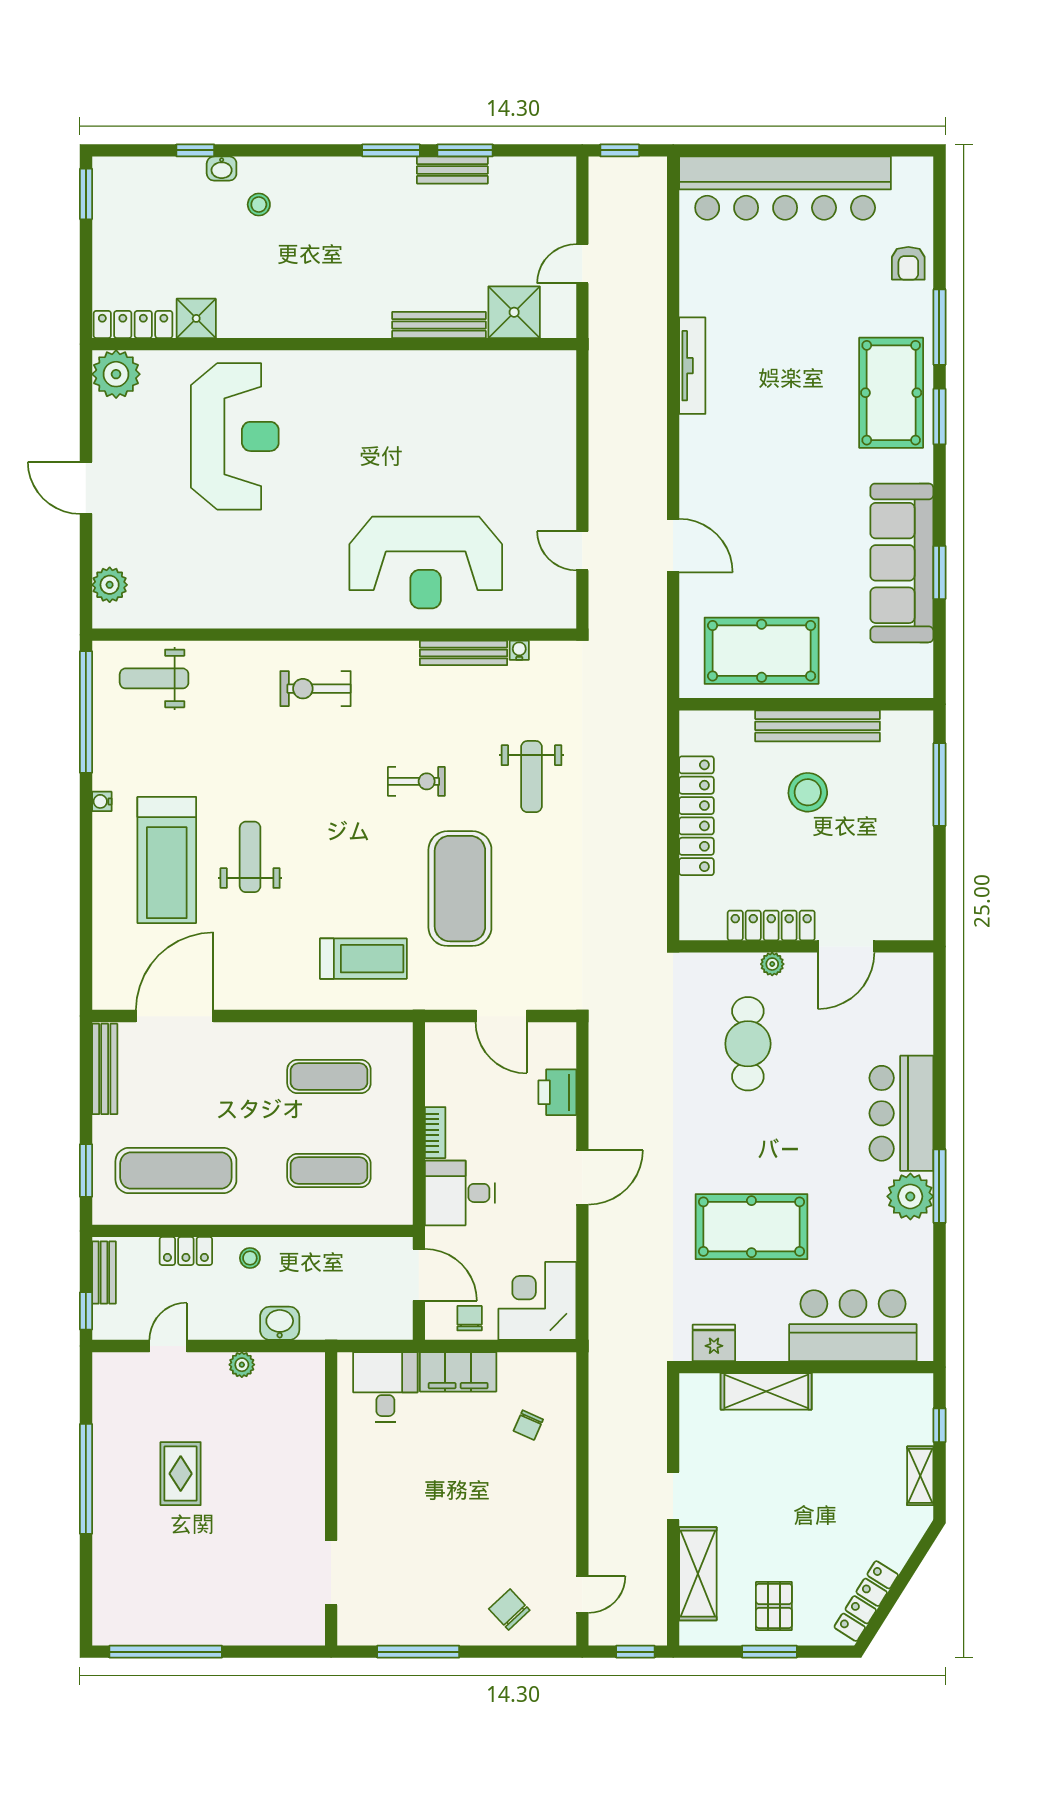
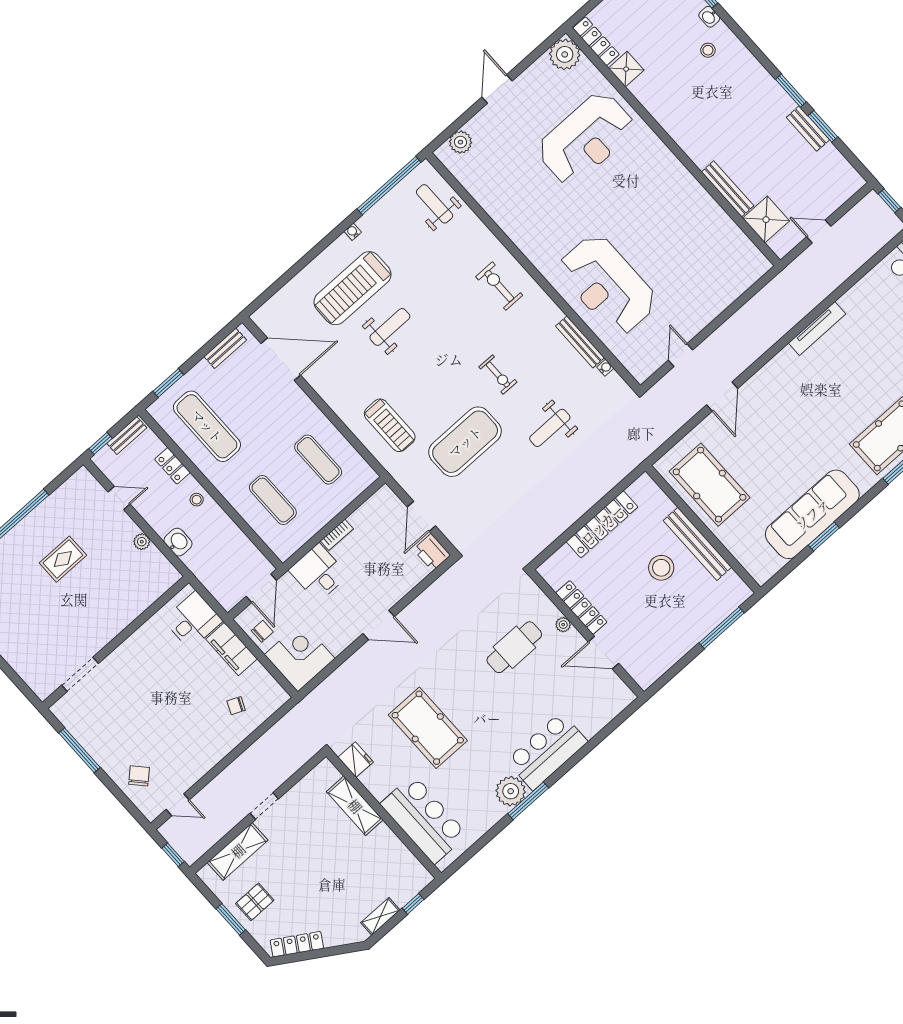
bench: (105, 1069) -> (225, 348), width x0.73
printer: (557, 1092) -> (432, 552), moved, turned -90

